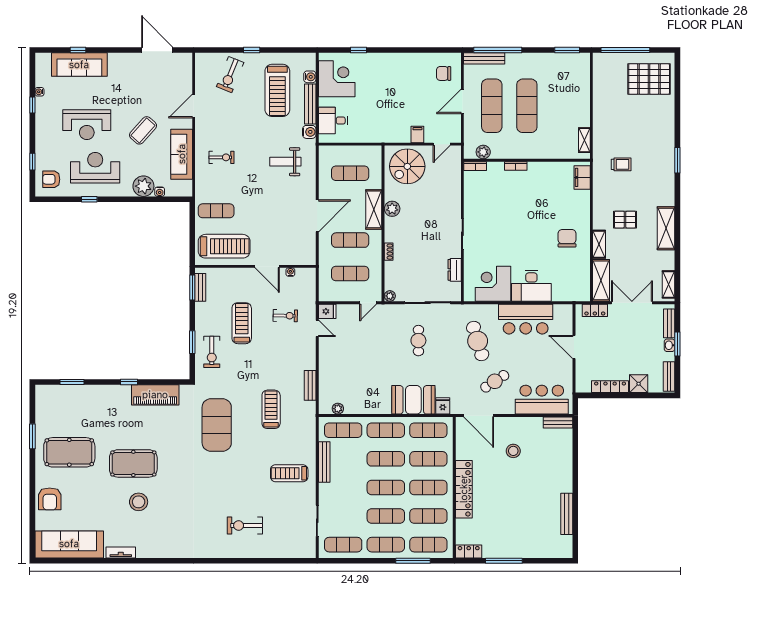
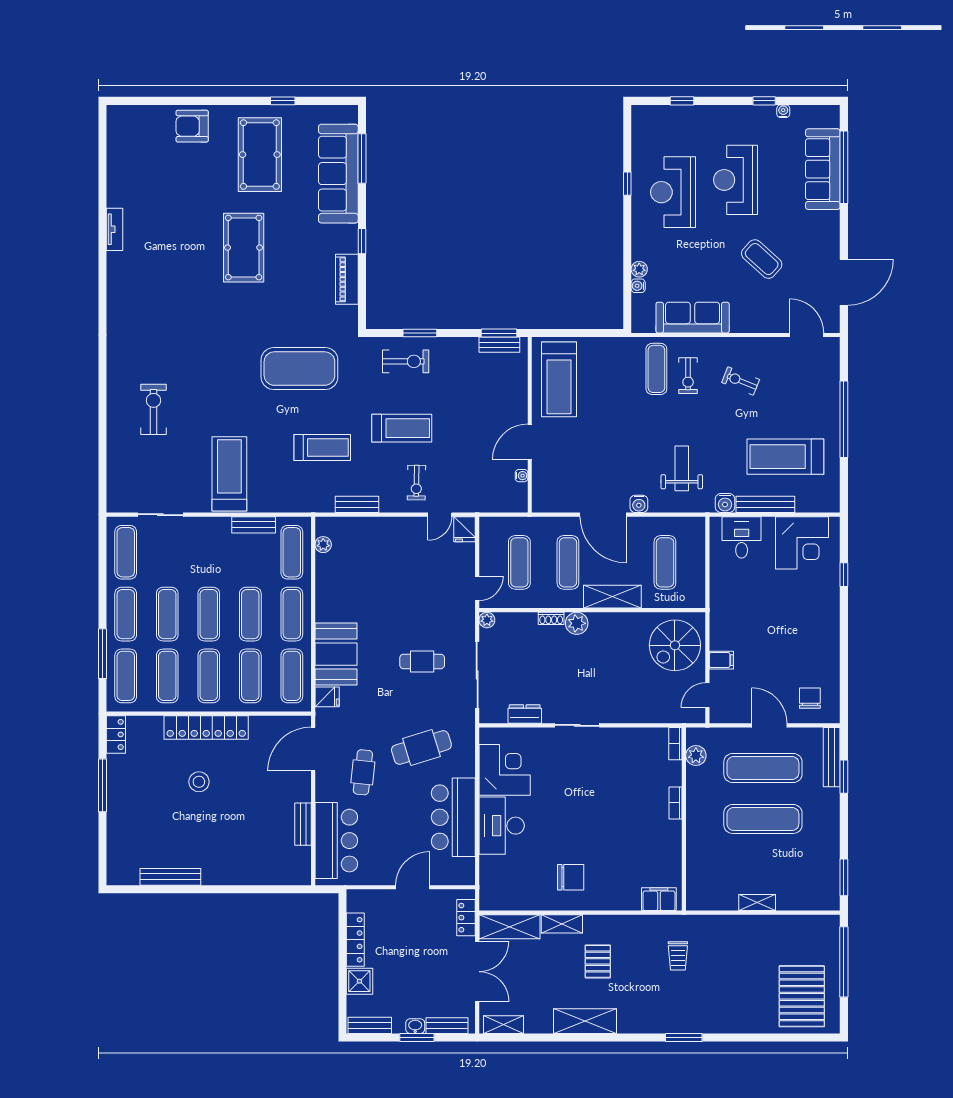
window: (78, 50) -> (844, 167), width x3.17
window: (252, 50) -> (844, 419), width x3.17
window: (498, 50) -> (844, 777), width x0.47
exercise bike: (230, 75) -> (741, 381), moved, width x0.73, depth x0.72
water cooler: (310, 77) -> (639, 504), moved
door: (194, 106) -> (807, 335), moved
coffee table: (143, 130) -> (762, 259), moved
shelving: (584, 140) -> (757, 902), moved
door: (442, 144) -> (707, 695), hinge flipped
spiral stairs: (407, 166) -> (675, 645), turned -90
reception desk: (95, 168) -> (673, 192), turned 180
armchair: (51, 179) -> (656, 128), removed
plant: (143, 186) -> (639, 269), width x0.53, depth x0.53
plant: (392, 209) -> (577, 623), moved
exercise mat: (216, 211) -> (656, 369), moved
door: (368, 303) -> (477, 588), swing flipped
exercise bike: (285, 316) -> (416, 483), moved
treadmill: (242, 323) -> (402, 428), moved
exercise bike: (212, 352) -> (406, 361), turned 180
cafe table: (495, 381) -> (363, 772), turned 39
window: (72, 382) -> (362, 159), width x1.44
piano: (155, 395) -> (347, 279), width x0.73, depth x0.75
bench: (558, 422) -> (303, 824), moved
window: (32, 436) -> (283, 101), width x0.67
stool: (513, 451) -> (199, 782), moved
bench: (324, 462) -> (254, 525), width x0.73
treadmill: (289, 473) -> (229, 474), width x1.37, depth x1.38
stool: (139, 502) -> (188, 255), removed
sofa: (69, 544) -> (338, 174), moved, turned 180

